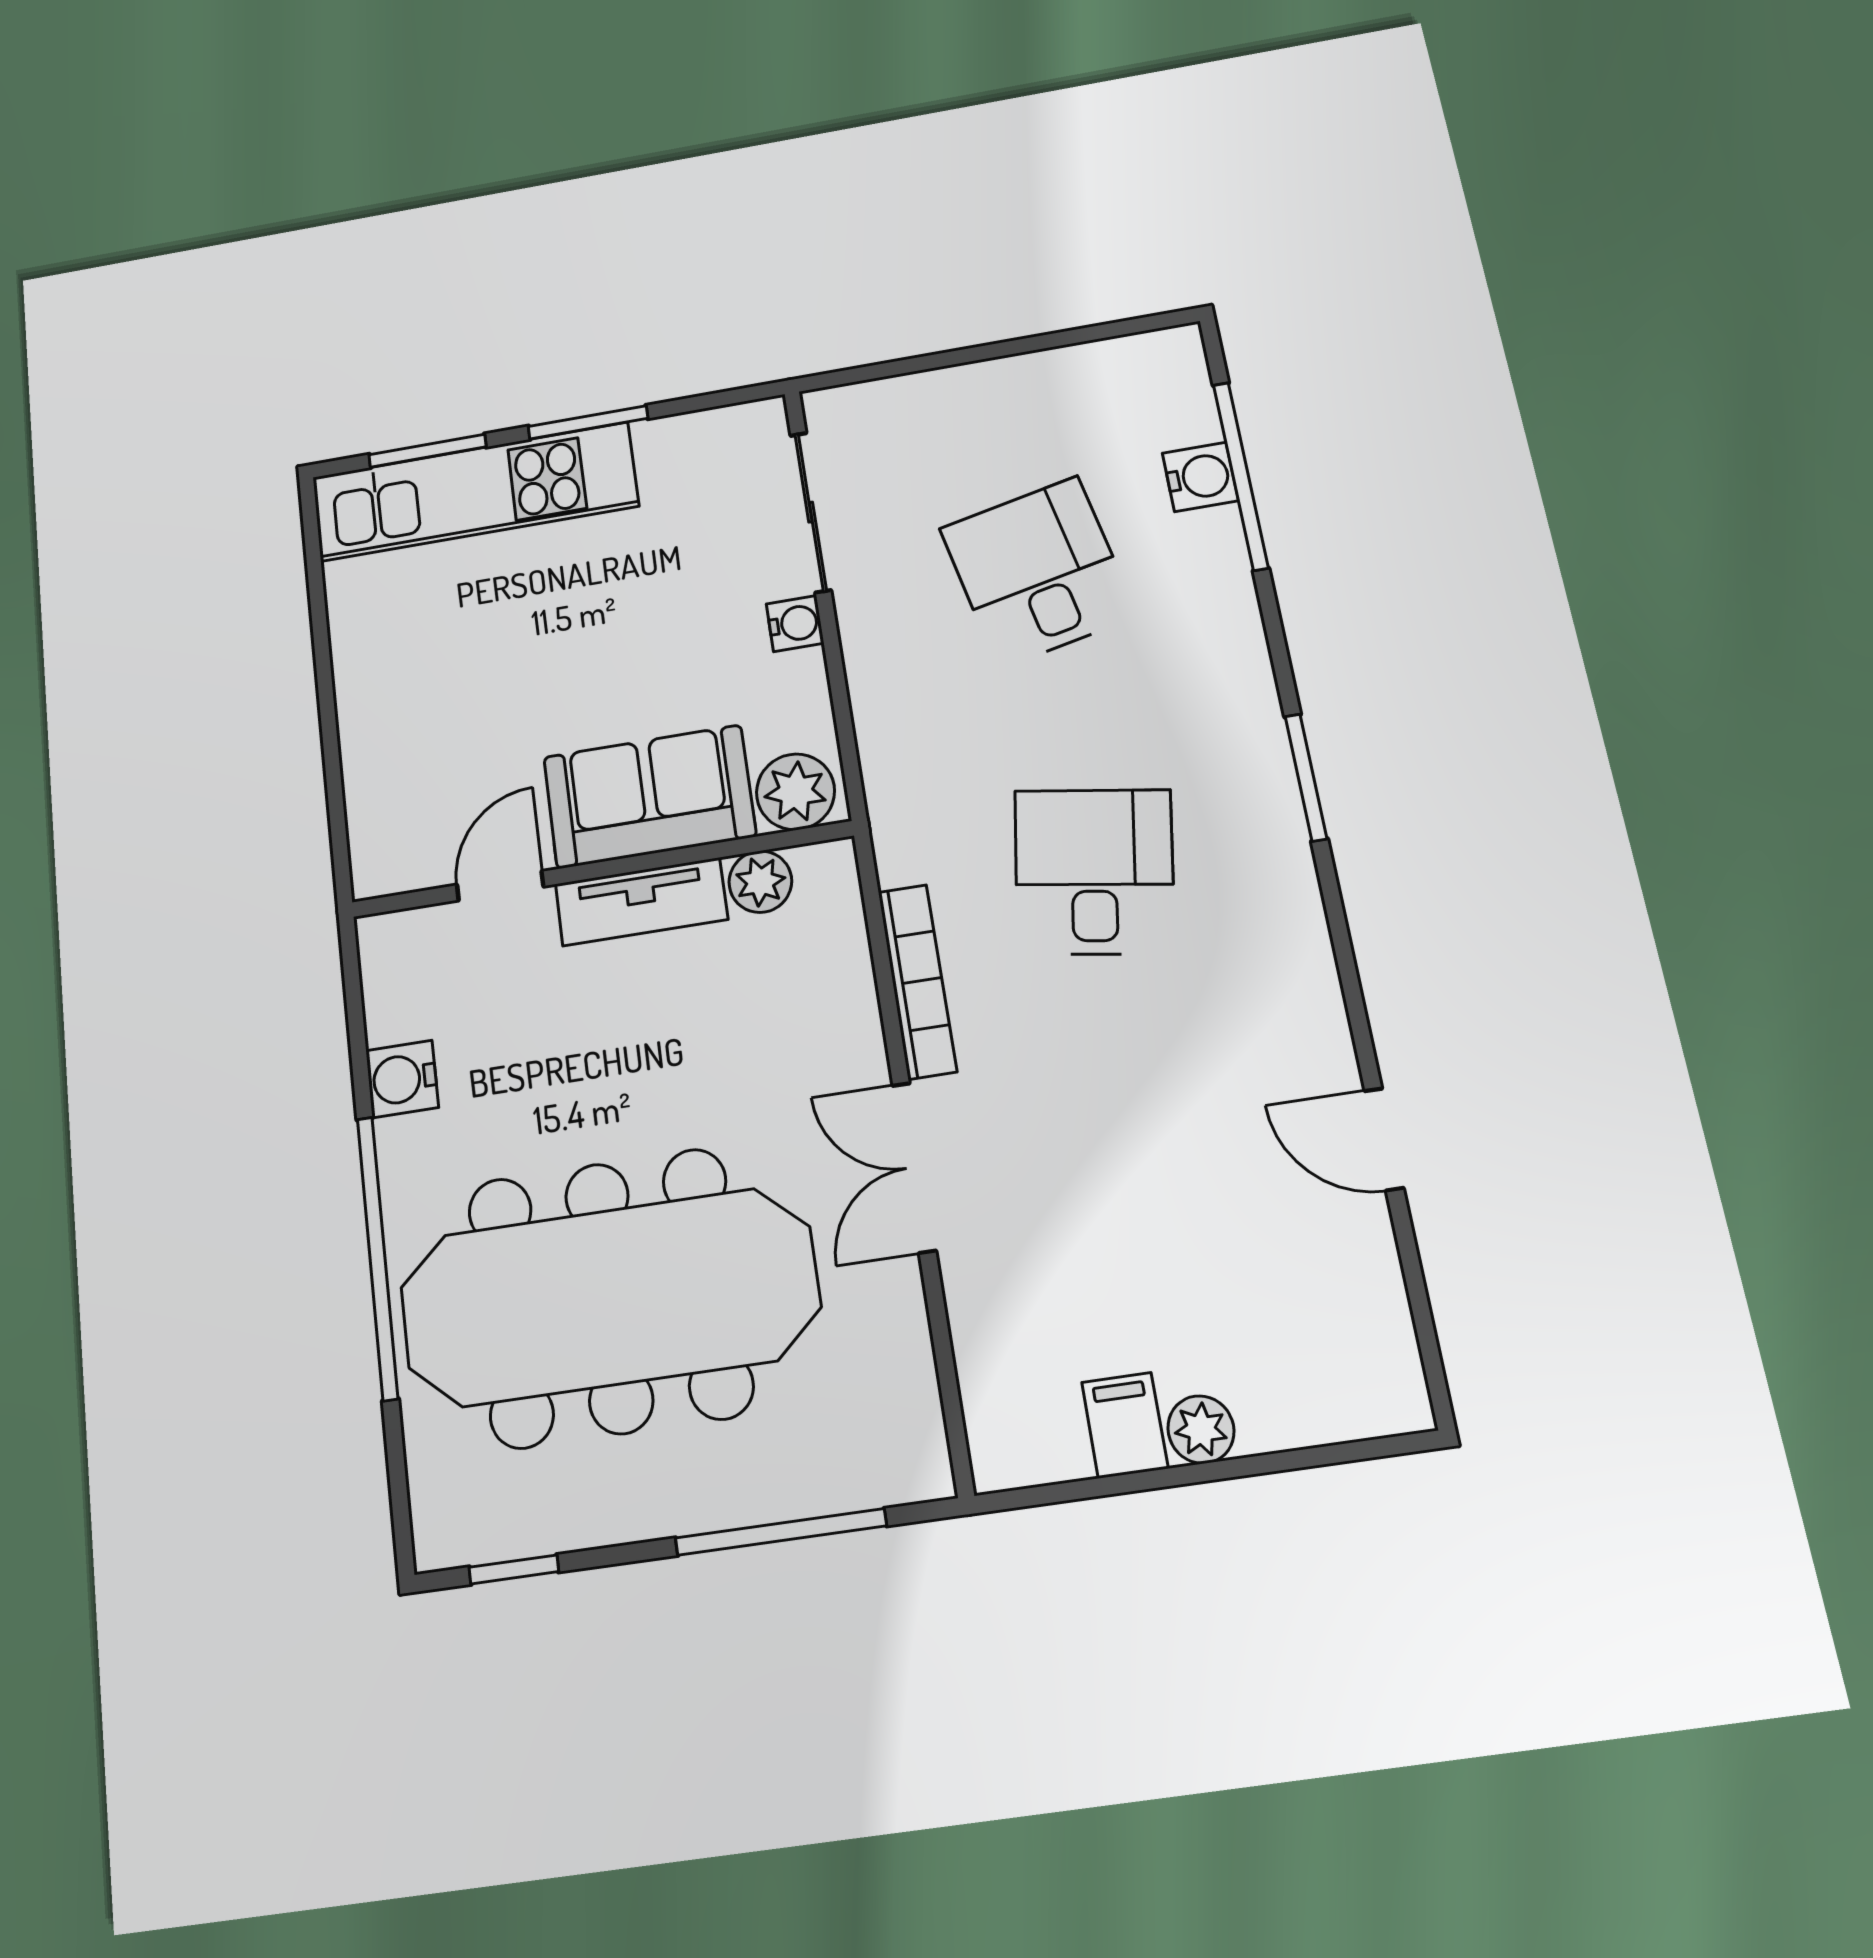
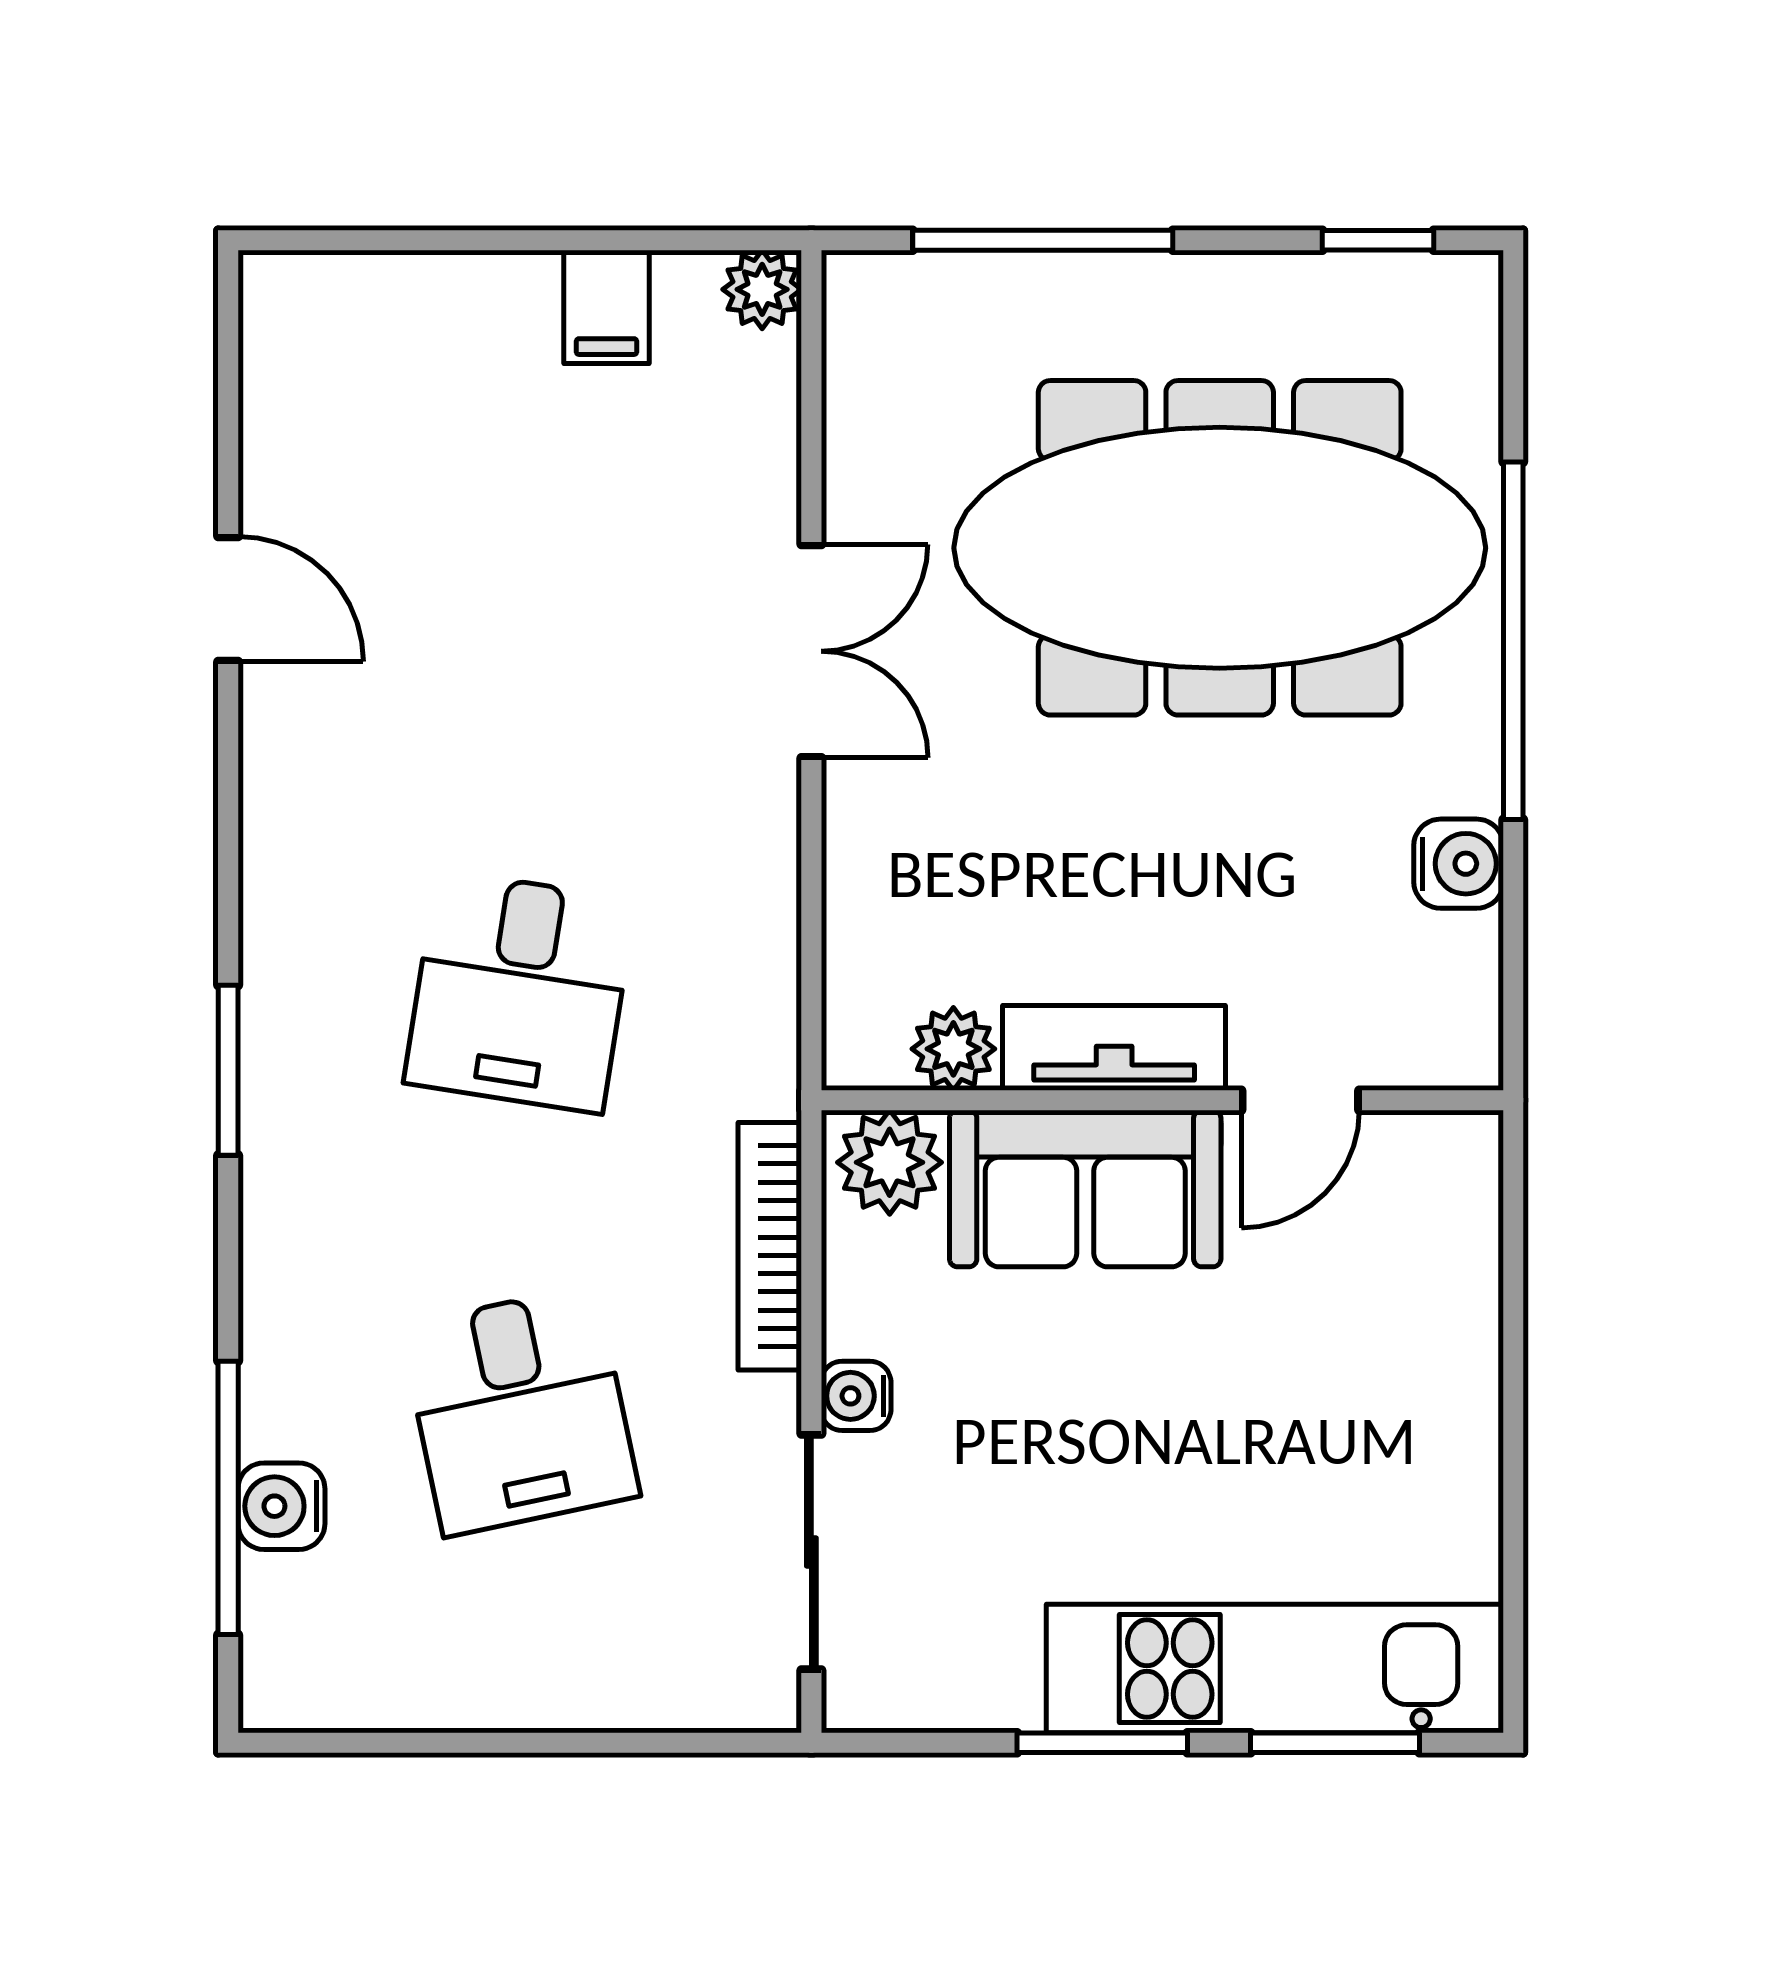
bookcase: (917, 981) -> (770, 1246), moved
plant: (1201, 1429) -> (762, 289), moved

